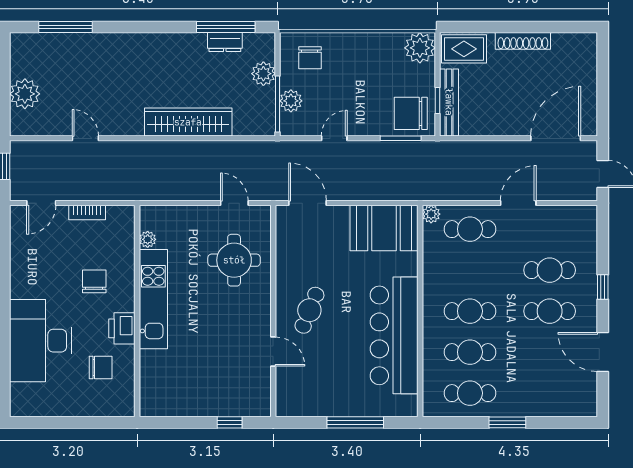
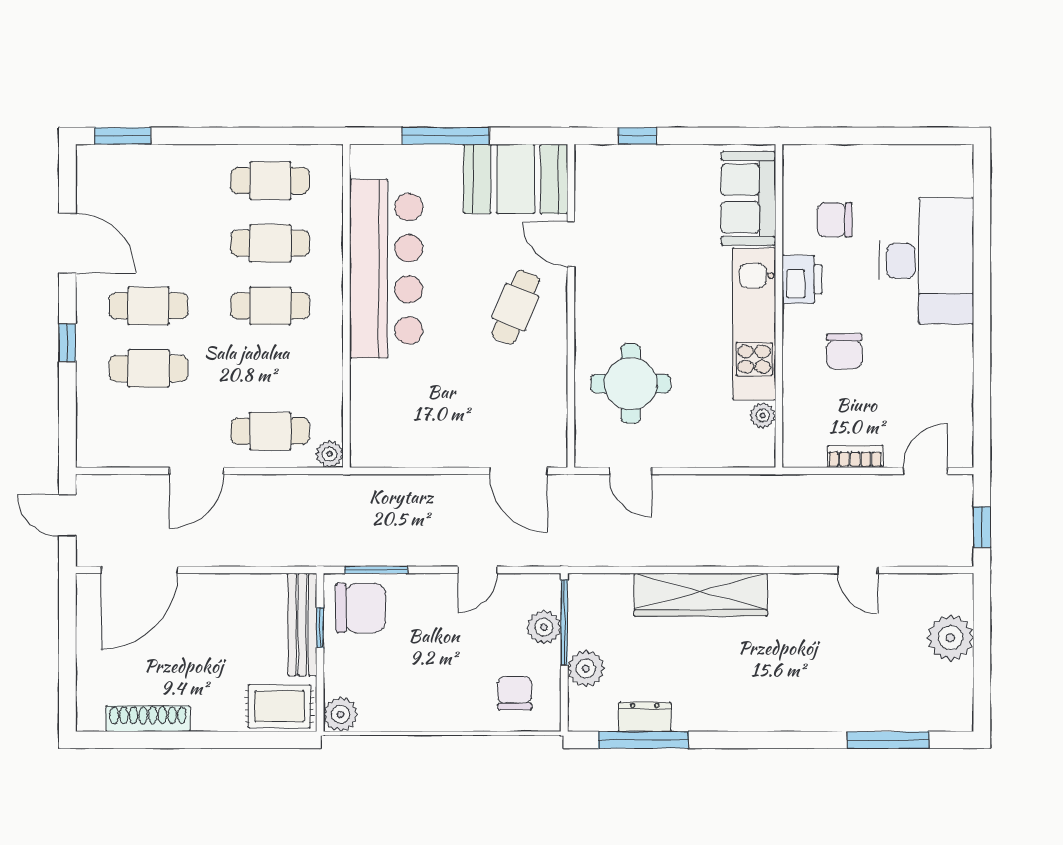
shoe rack: (523, 41) -> (148, 719), moved
plant: (420, 48) -> (341, 714), width x0.73, depth x0.73
booth: (384, 228) -> (516, 179), moved
sofa: (157, 381) -> (748, 198), added
window: (507, 422) -> (123, 136), moved

